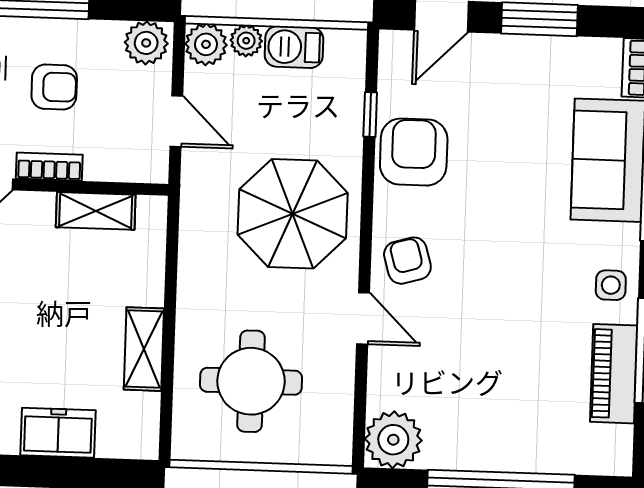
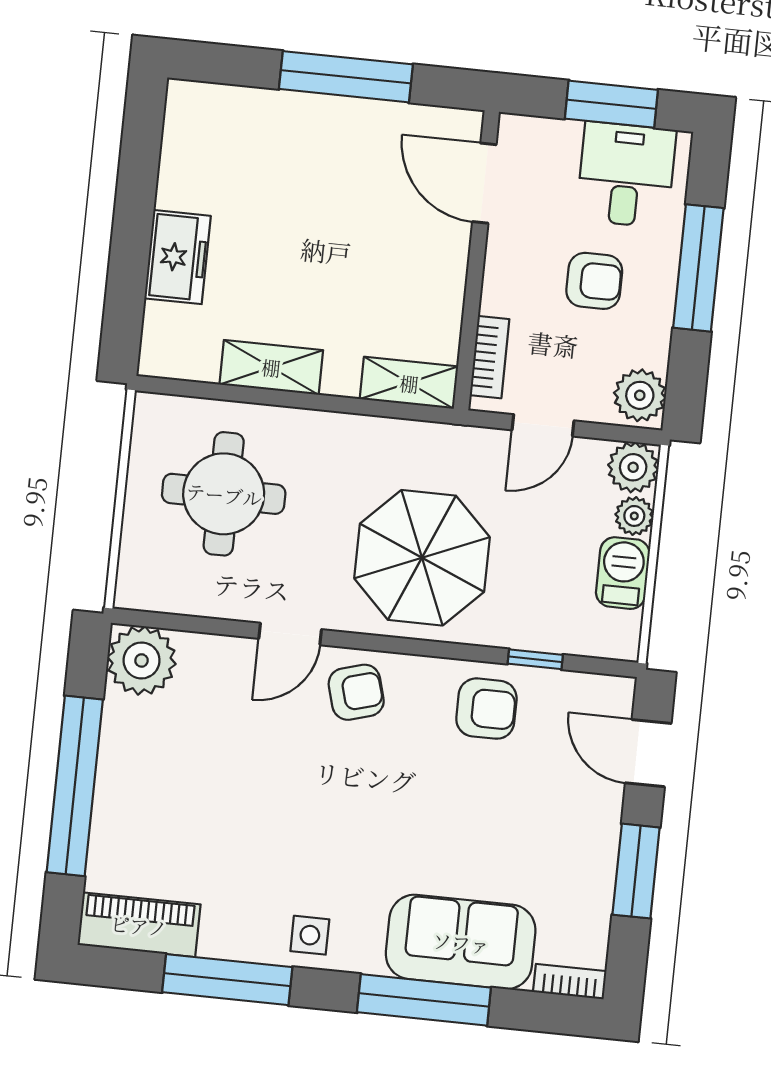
armchair: (54, 87) -> (594, 281), turned -90
armchair: (414, 152) -> (486, 709), width x0.72, depth x0.72
bookcase: (49, 167) -> (490, 357), moved
shelving: (96, 211) -> (409, 383), moved, turned 90
piano: (614, 374) -> (139, 925), moved

